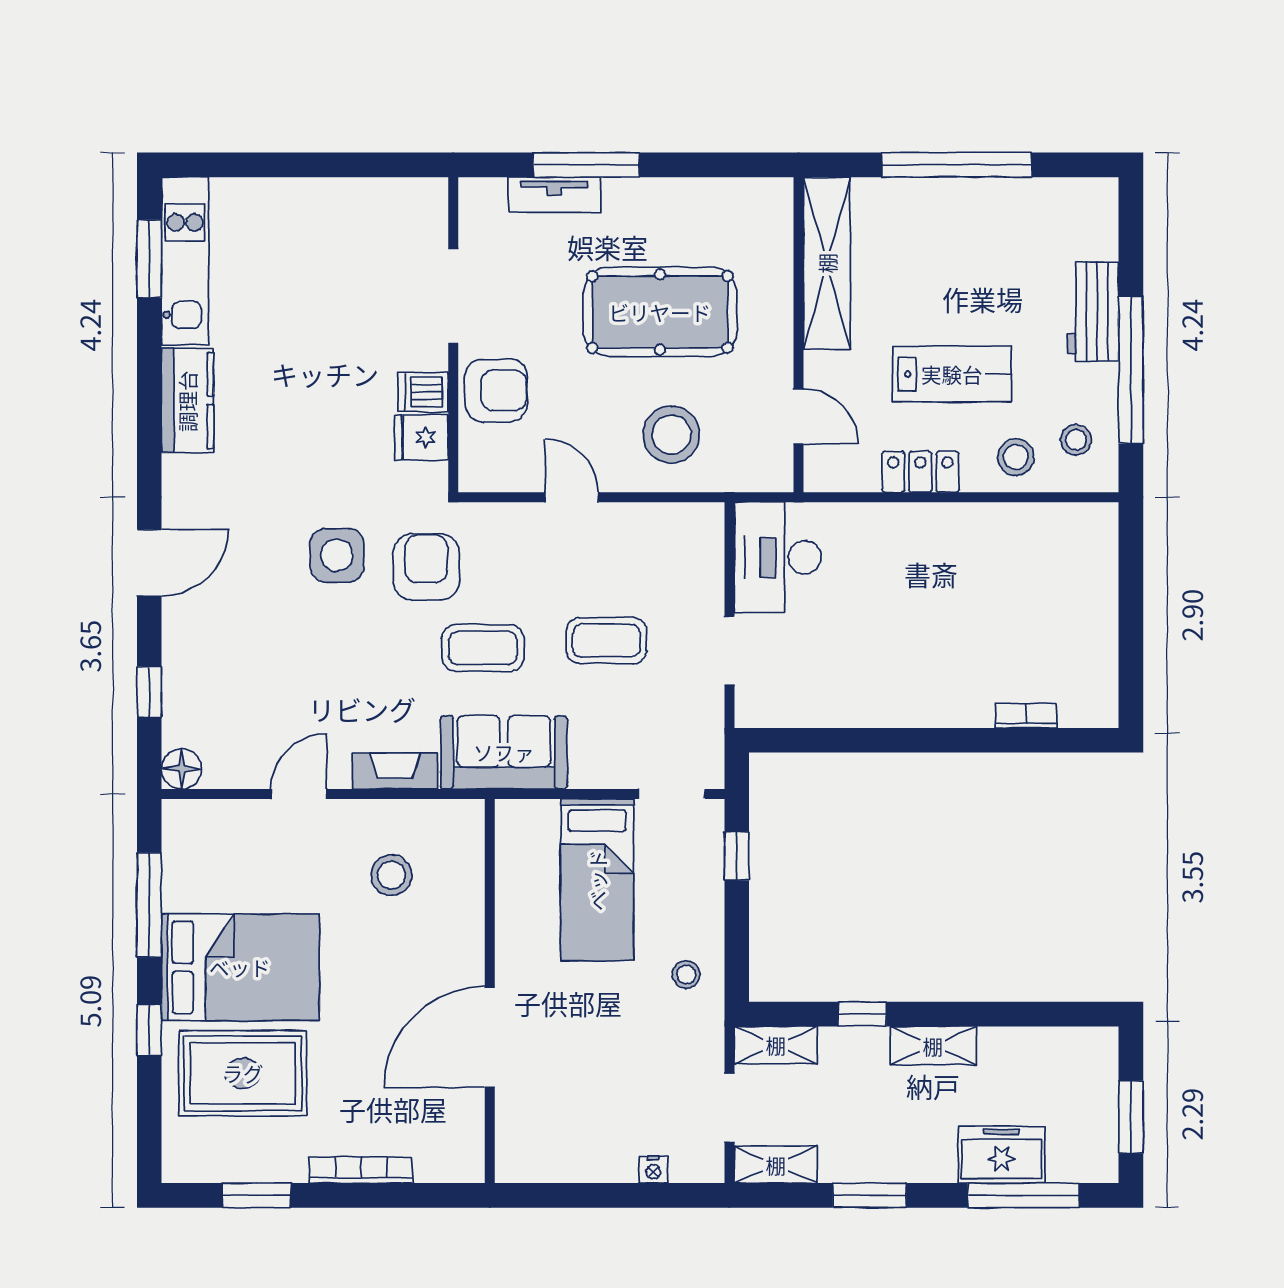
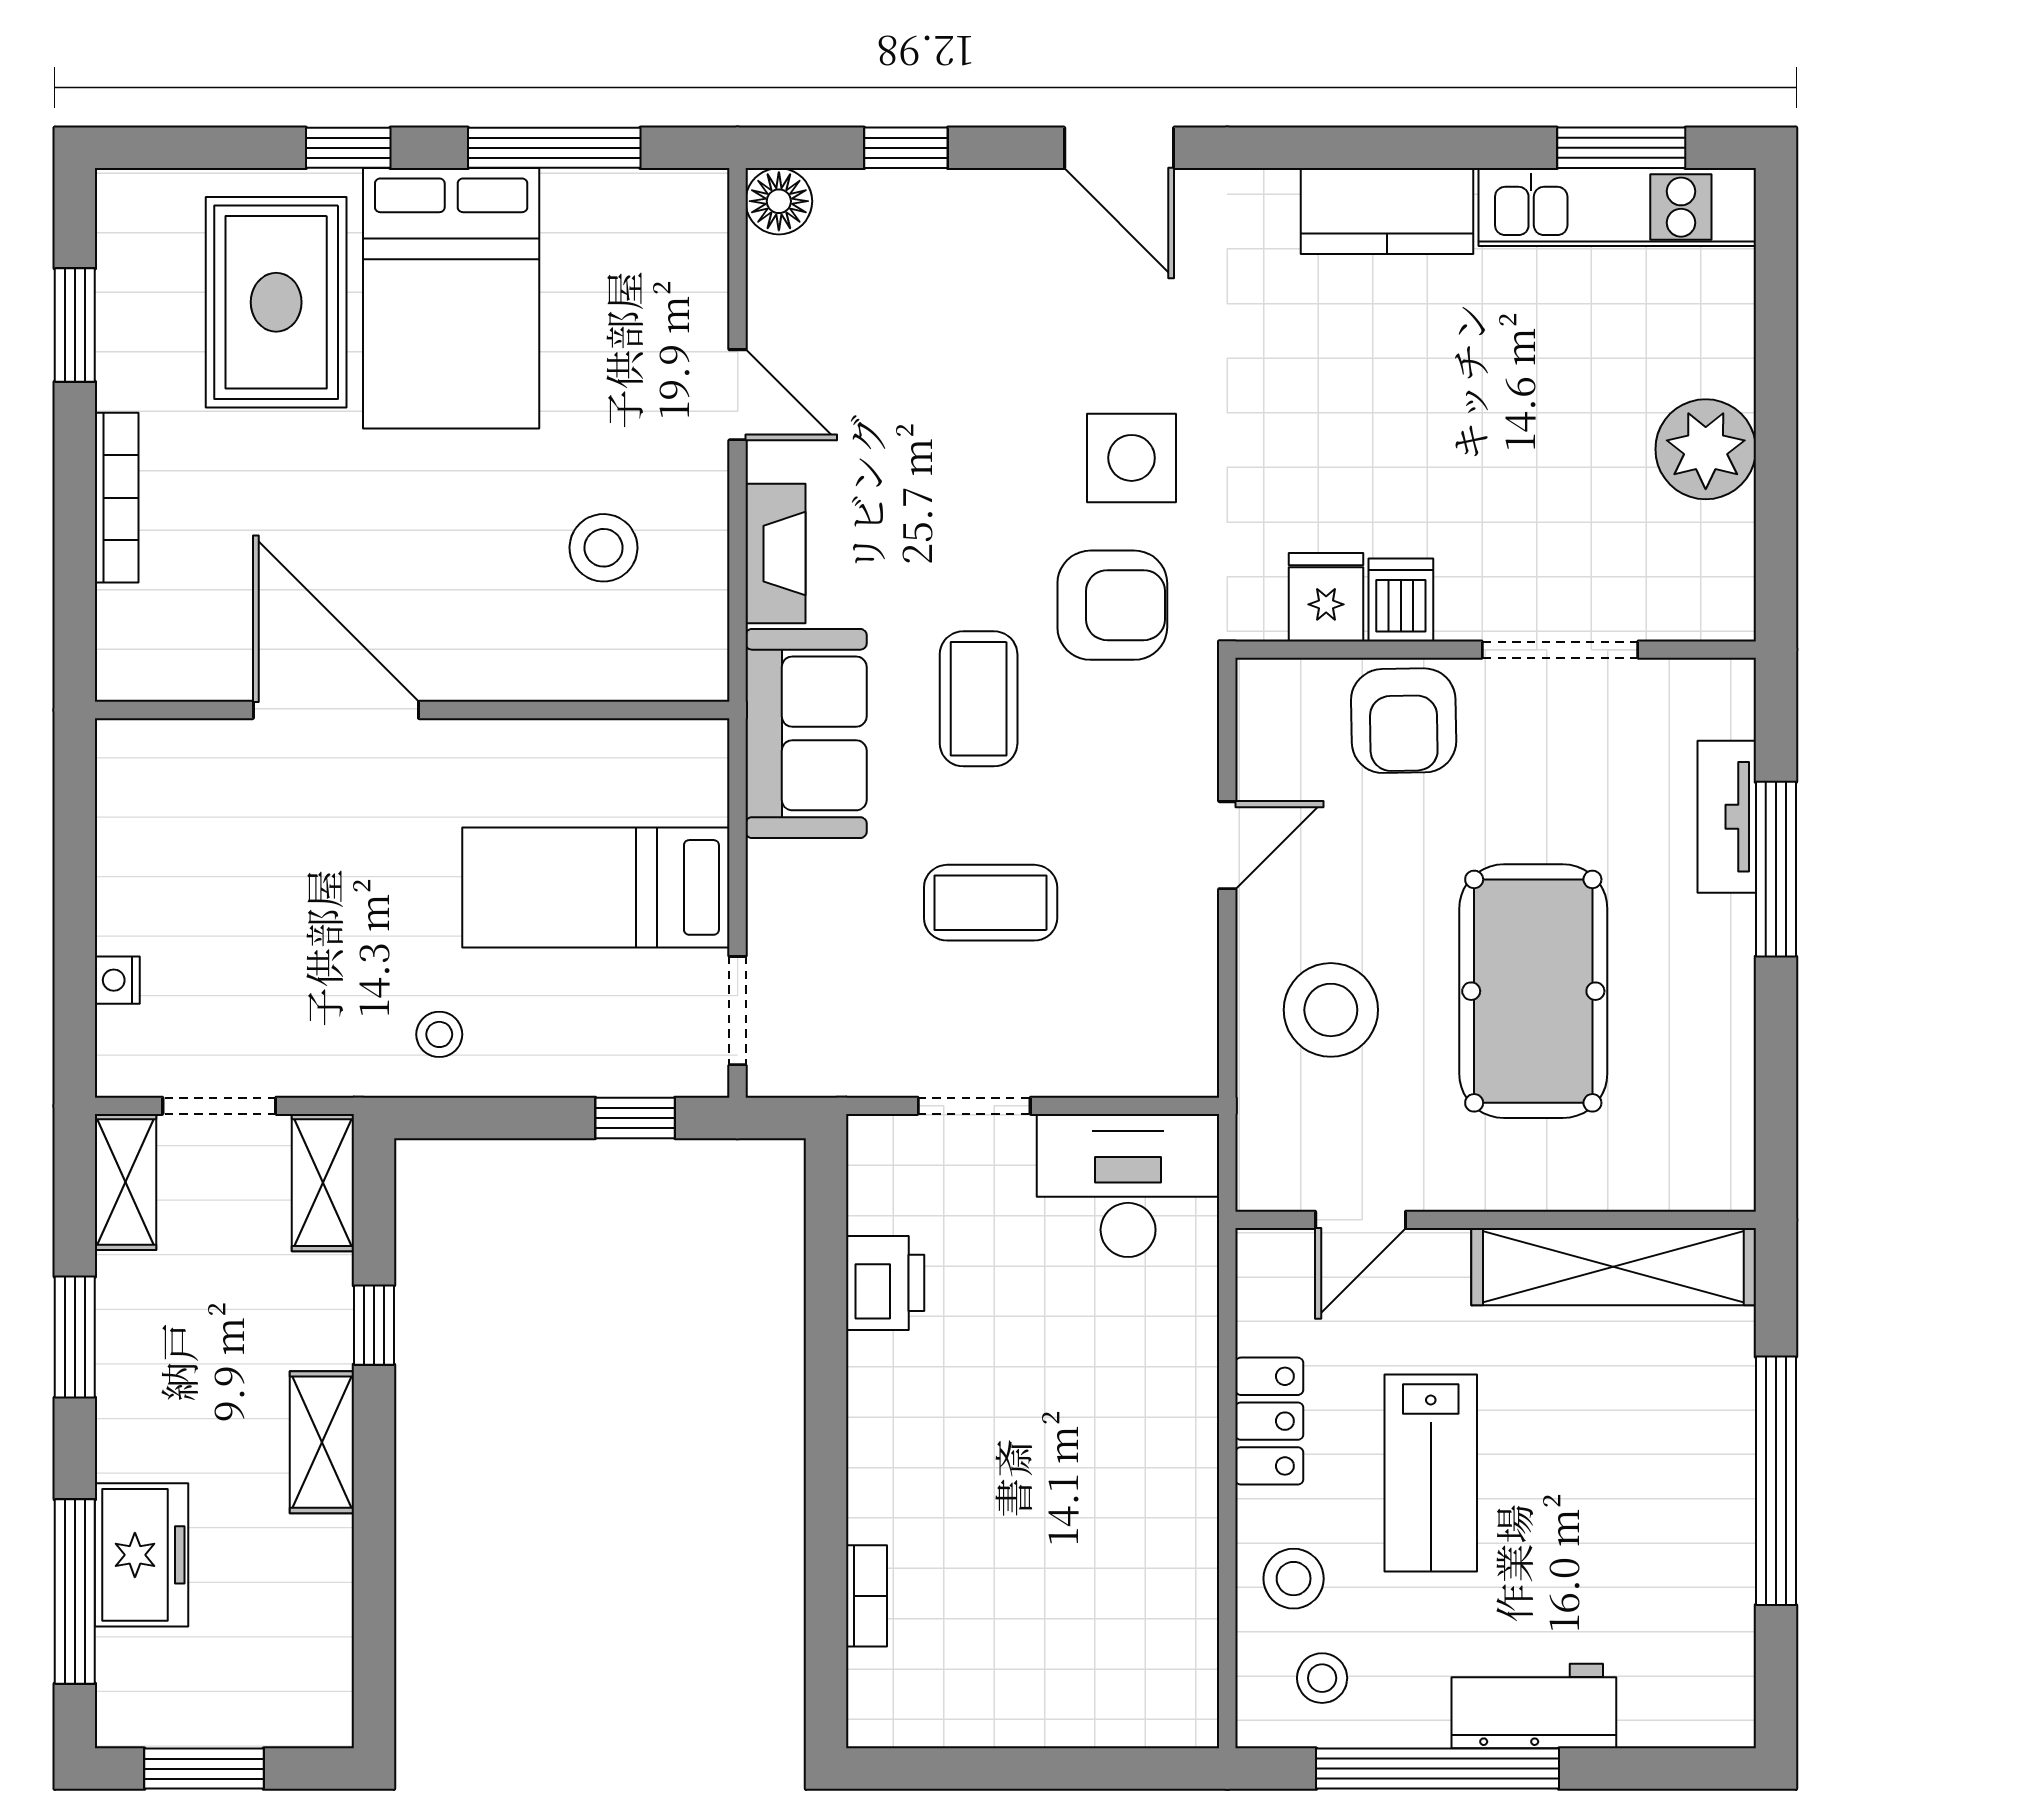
plant: (332, 207) -> (1706, 449), added
coffee table: (606, 641) -> (991, 903), turned 90
printer: (837, 704) -> (885, 1283), added

